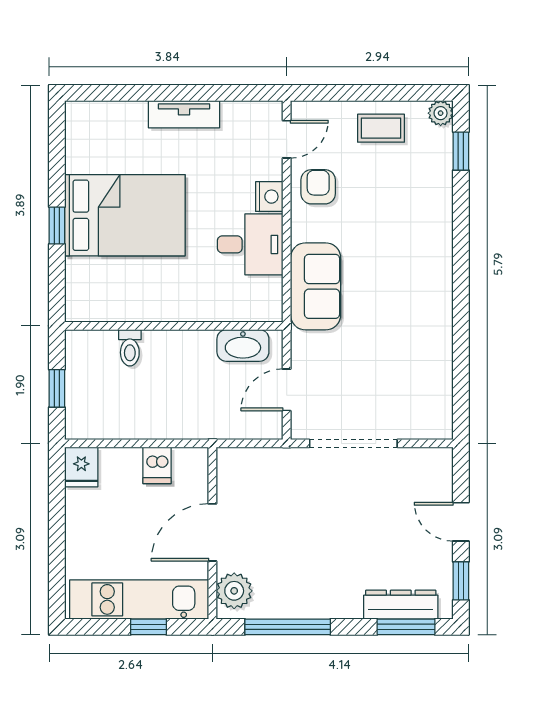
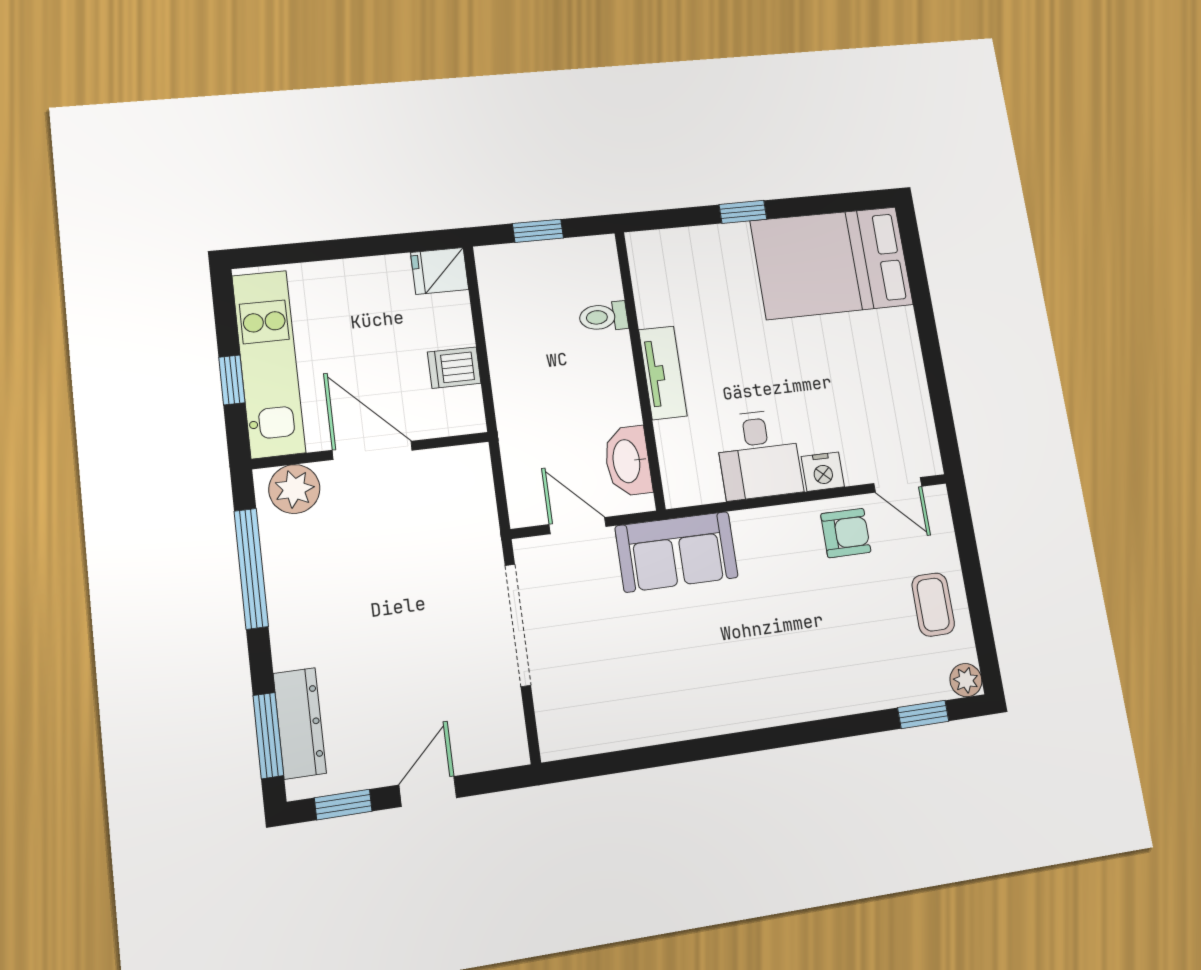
tv unit: (184, 114) -> (663, 373), moved, turned 180
bed: (125, 215) -> (832, 263), moved, turned 90
sofa: (316, 286) -> (677, 552), moved

